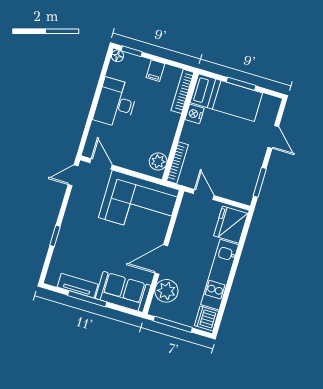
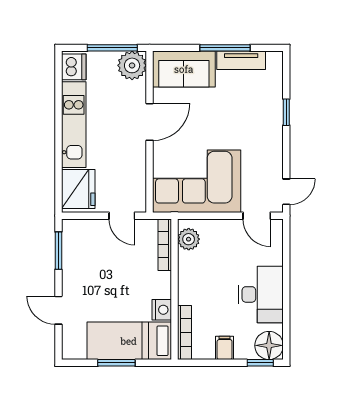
floor lamp: (118, 56) -> (269, 345), width x1.89, depth x1.89
plant: (166, 291) -> (132, 65), moved

